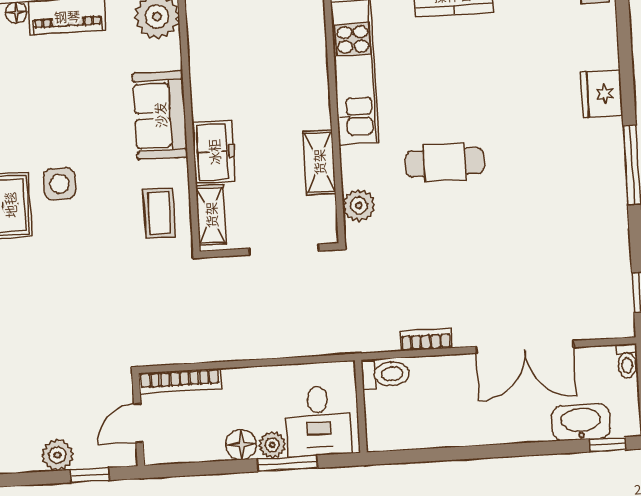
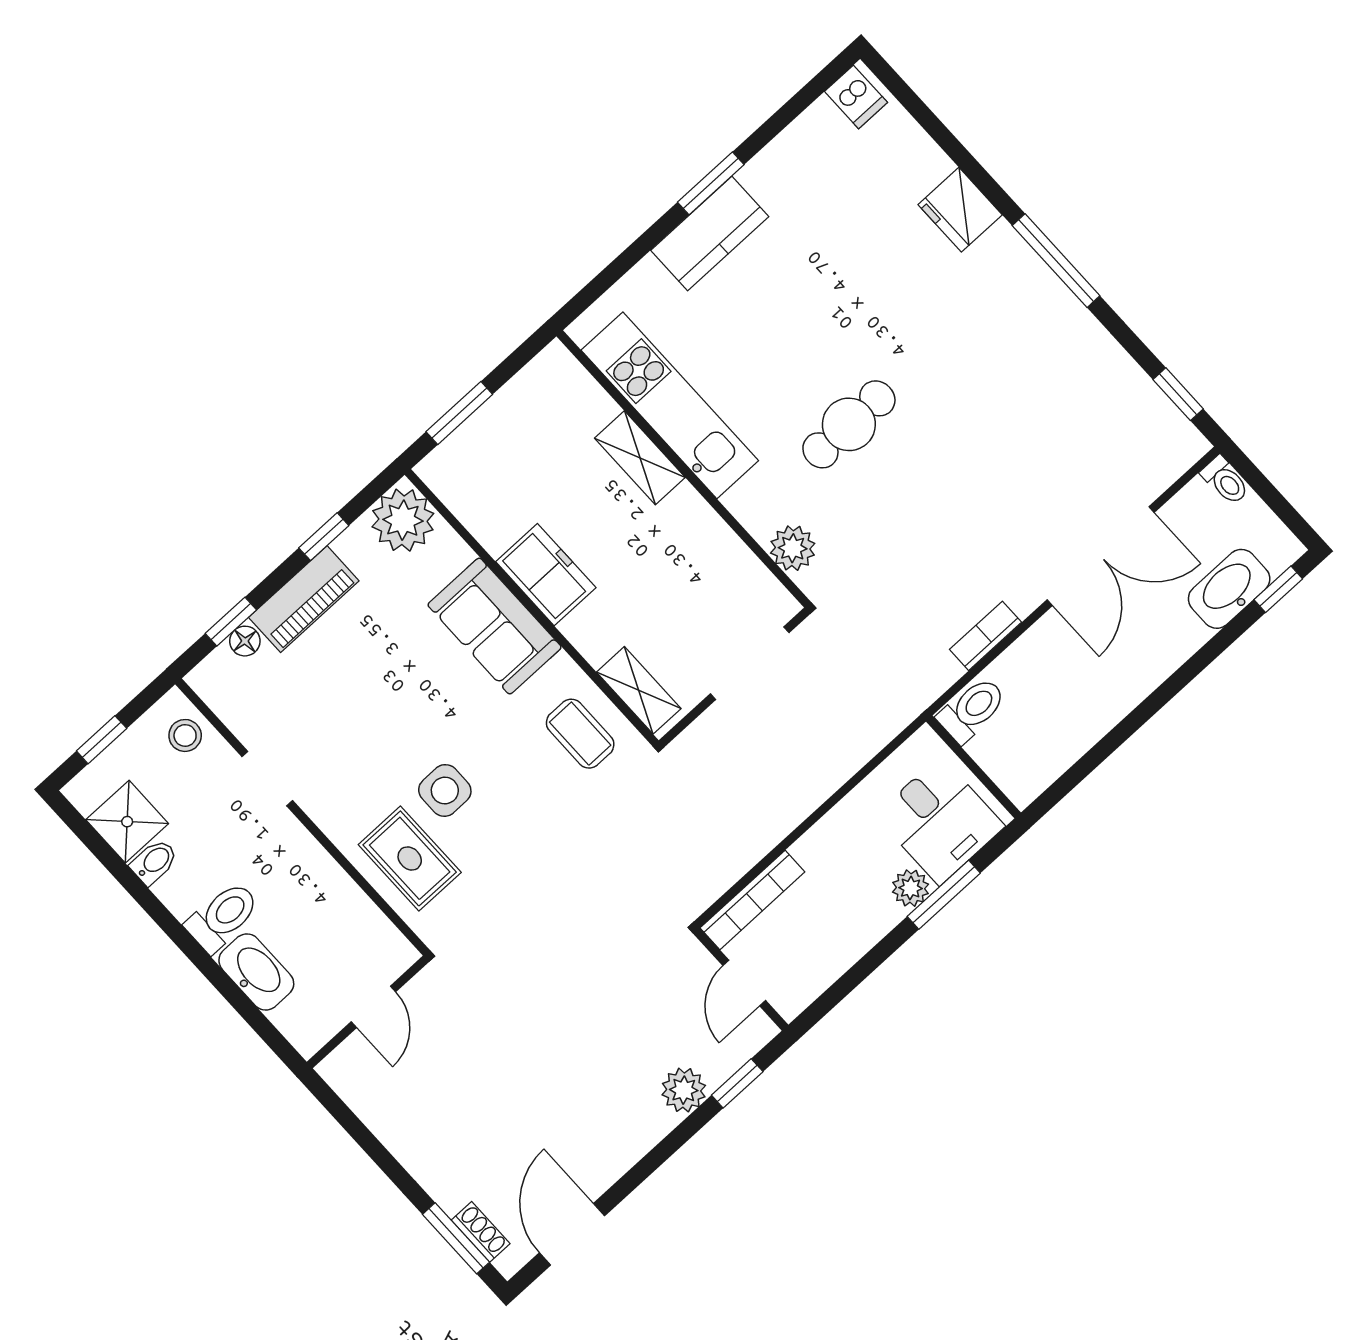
freezer: (214, 152) -> (546, 575), moved
shelving: (319, 162) -> (640, 458), moved
floor lamp: (241, 445) -> (876, 915), removed

